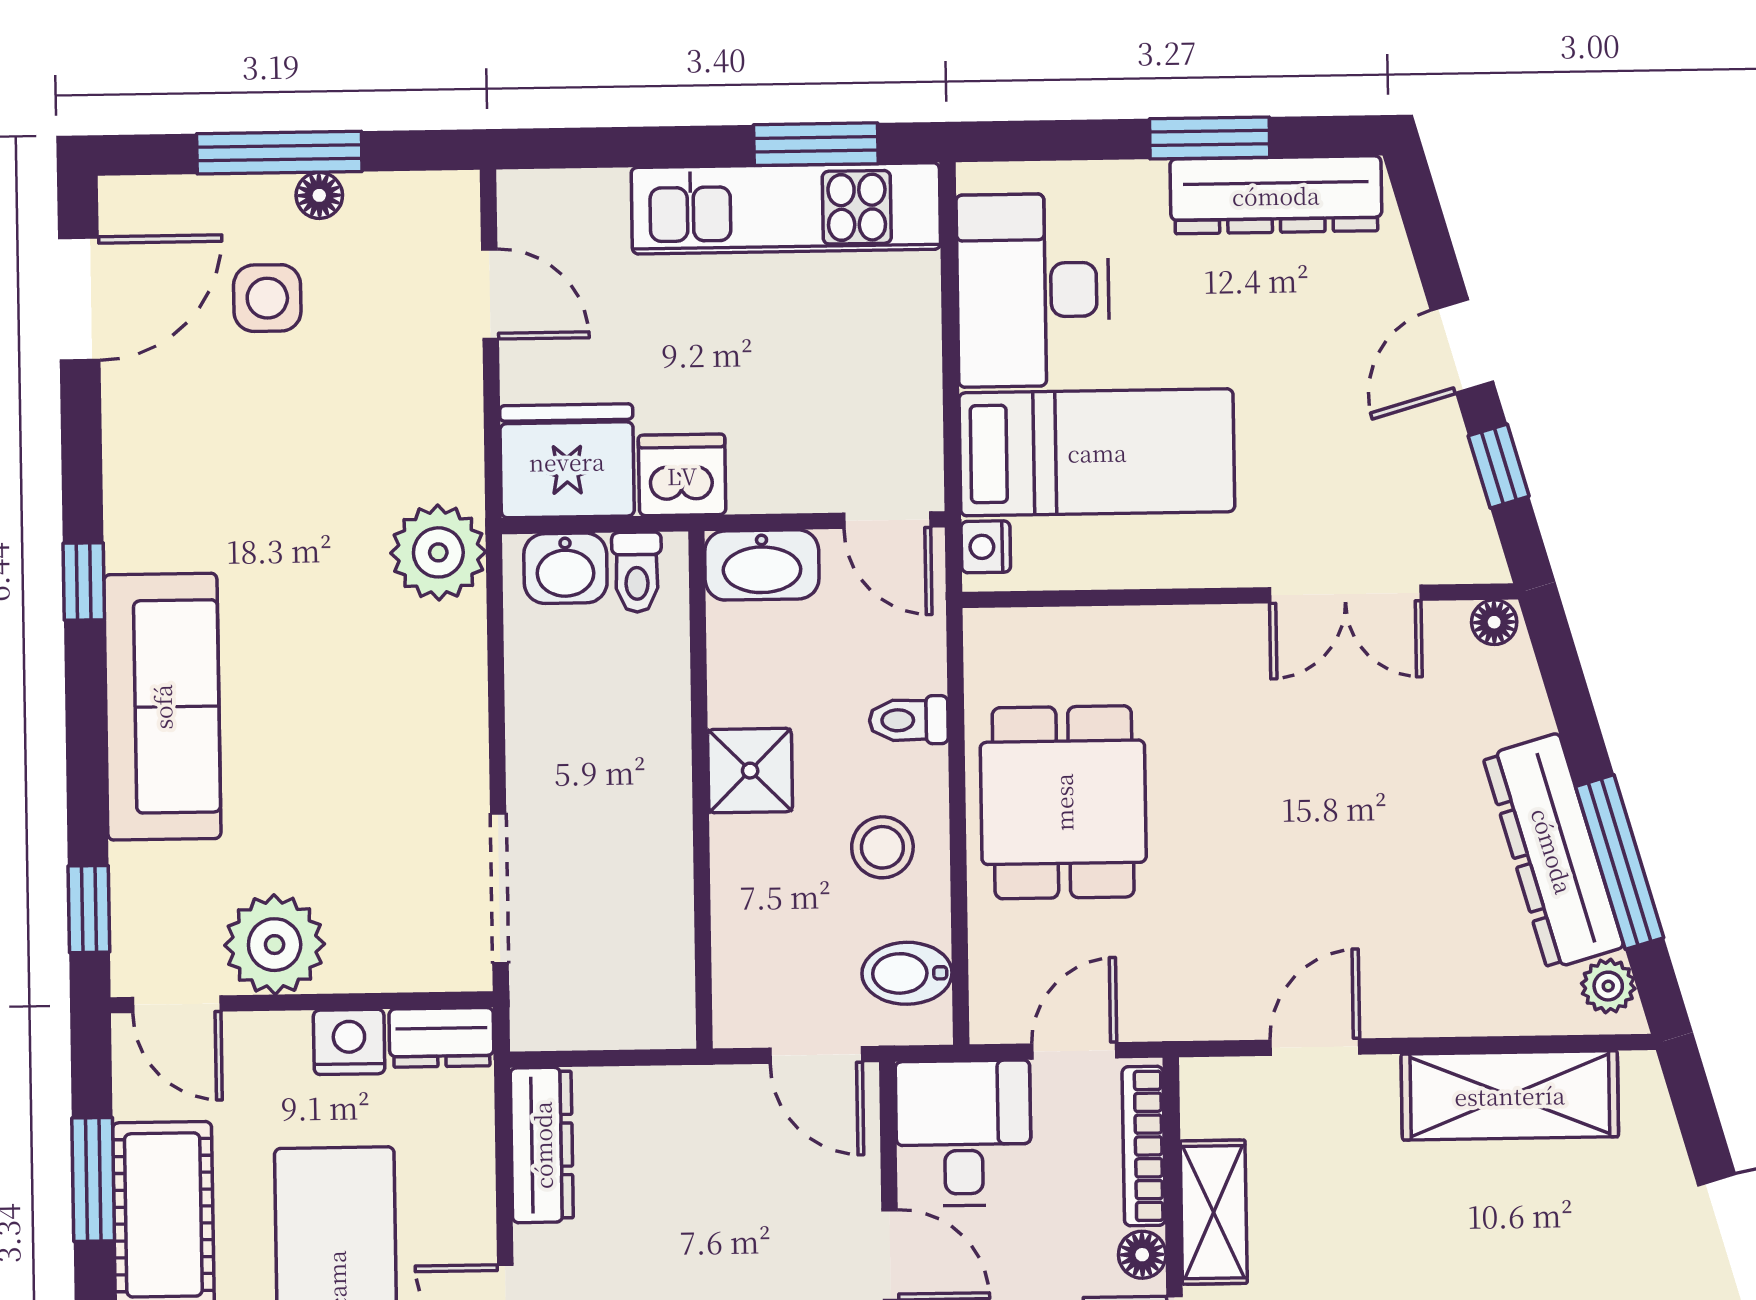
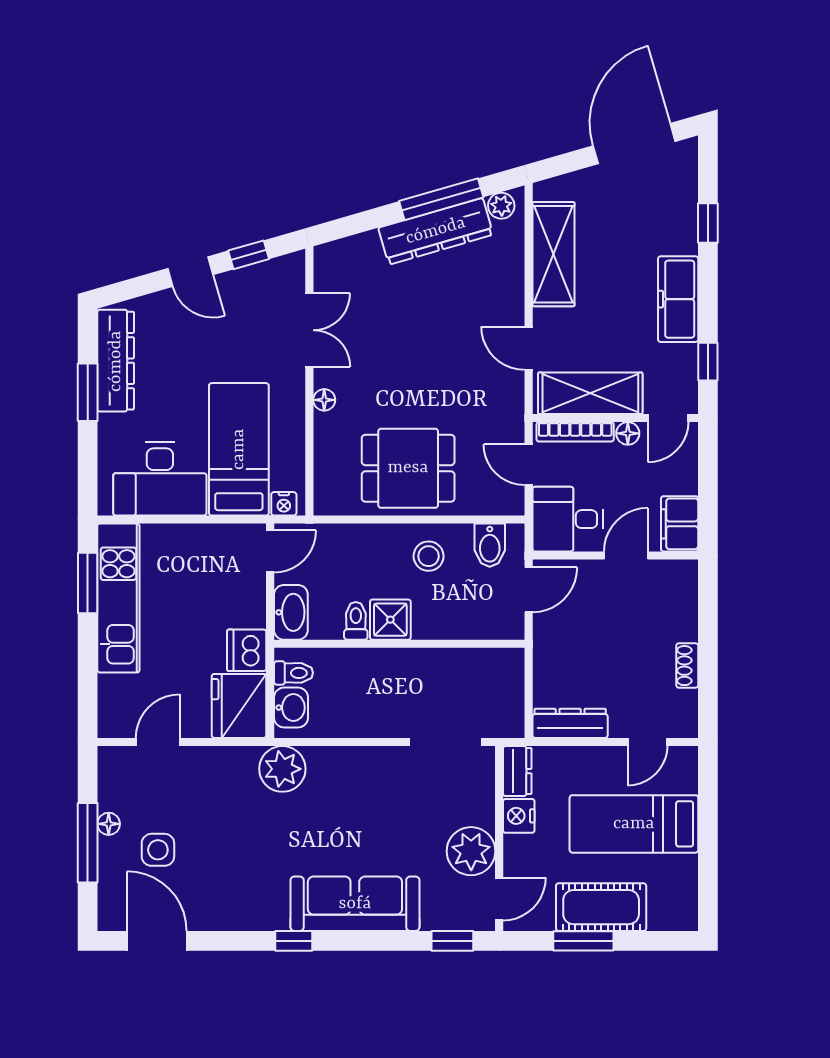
floor lamp: (1494, 622) -> (324, 400), moved
toilet: (909, 720) -> (356, 621), moved, turned 180
shelving: (1214, 1212) -> (590, 393), width x1.50, depth x1.33

